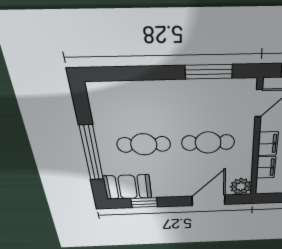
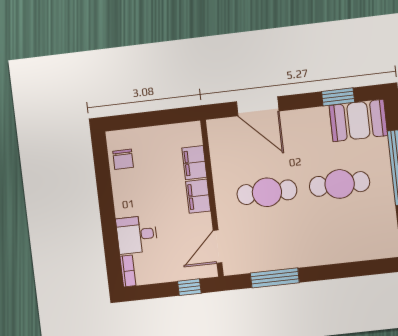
plant: (241, 186) -> (220, 131), removed
door: (209, 200) -> (258, 106), hinge flipped

